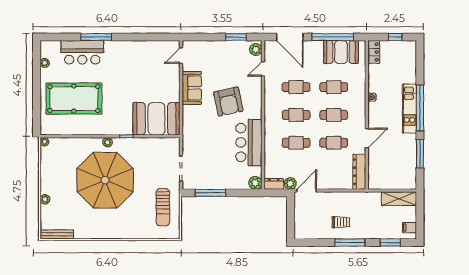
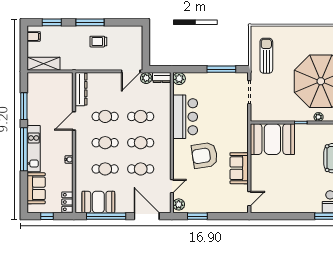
sofa: (407, 67) -> (36, 188), added
armchair: (228, 102) -> (205, 155), turned -87

